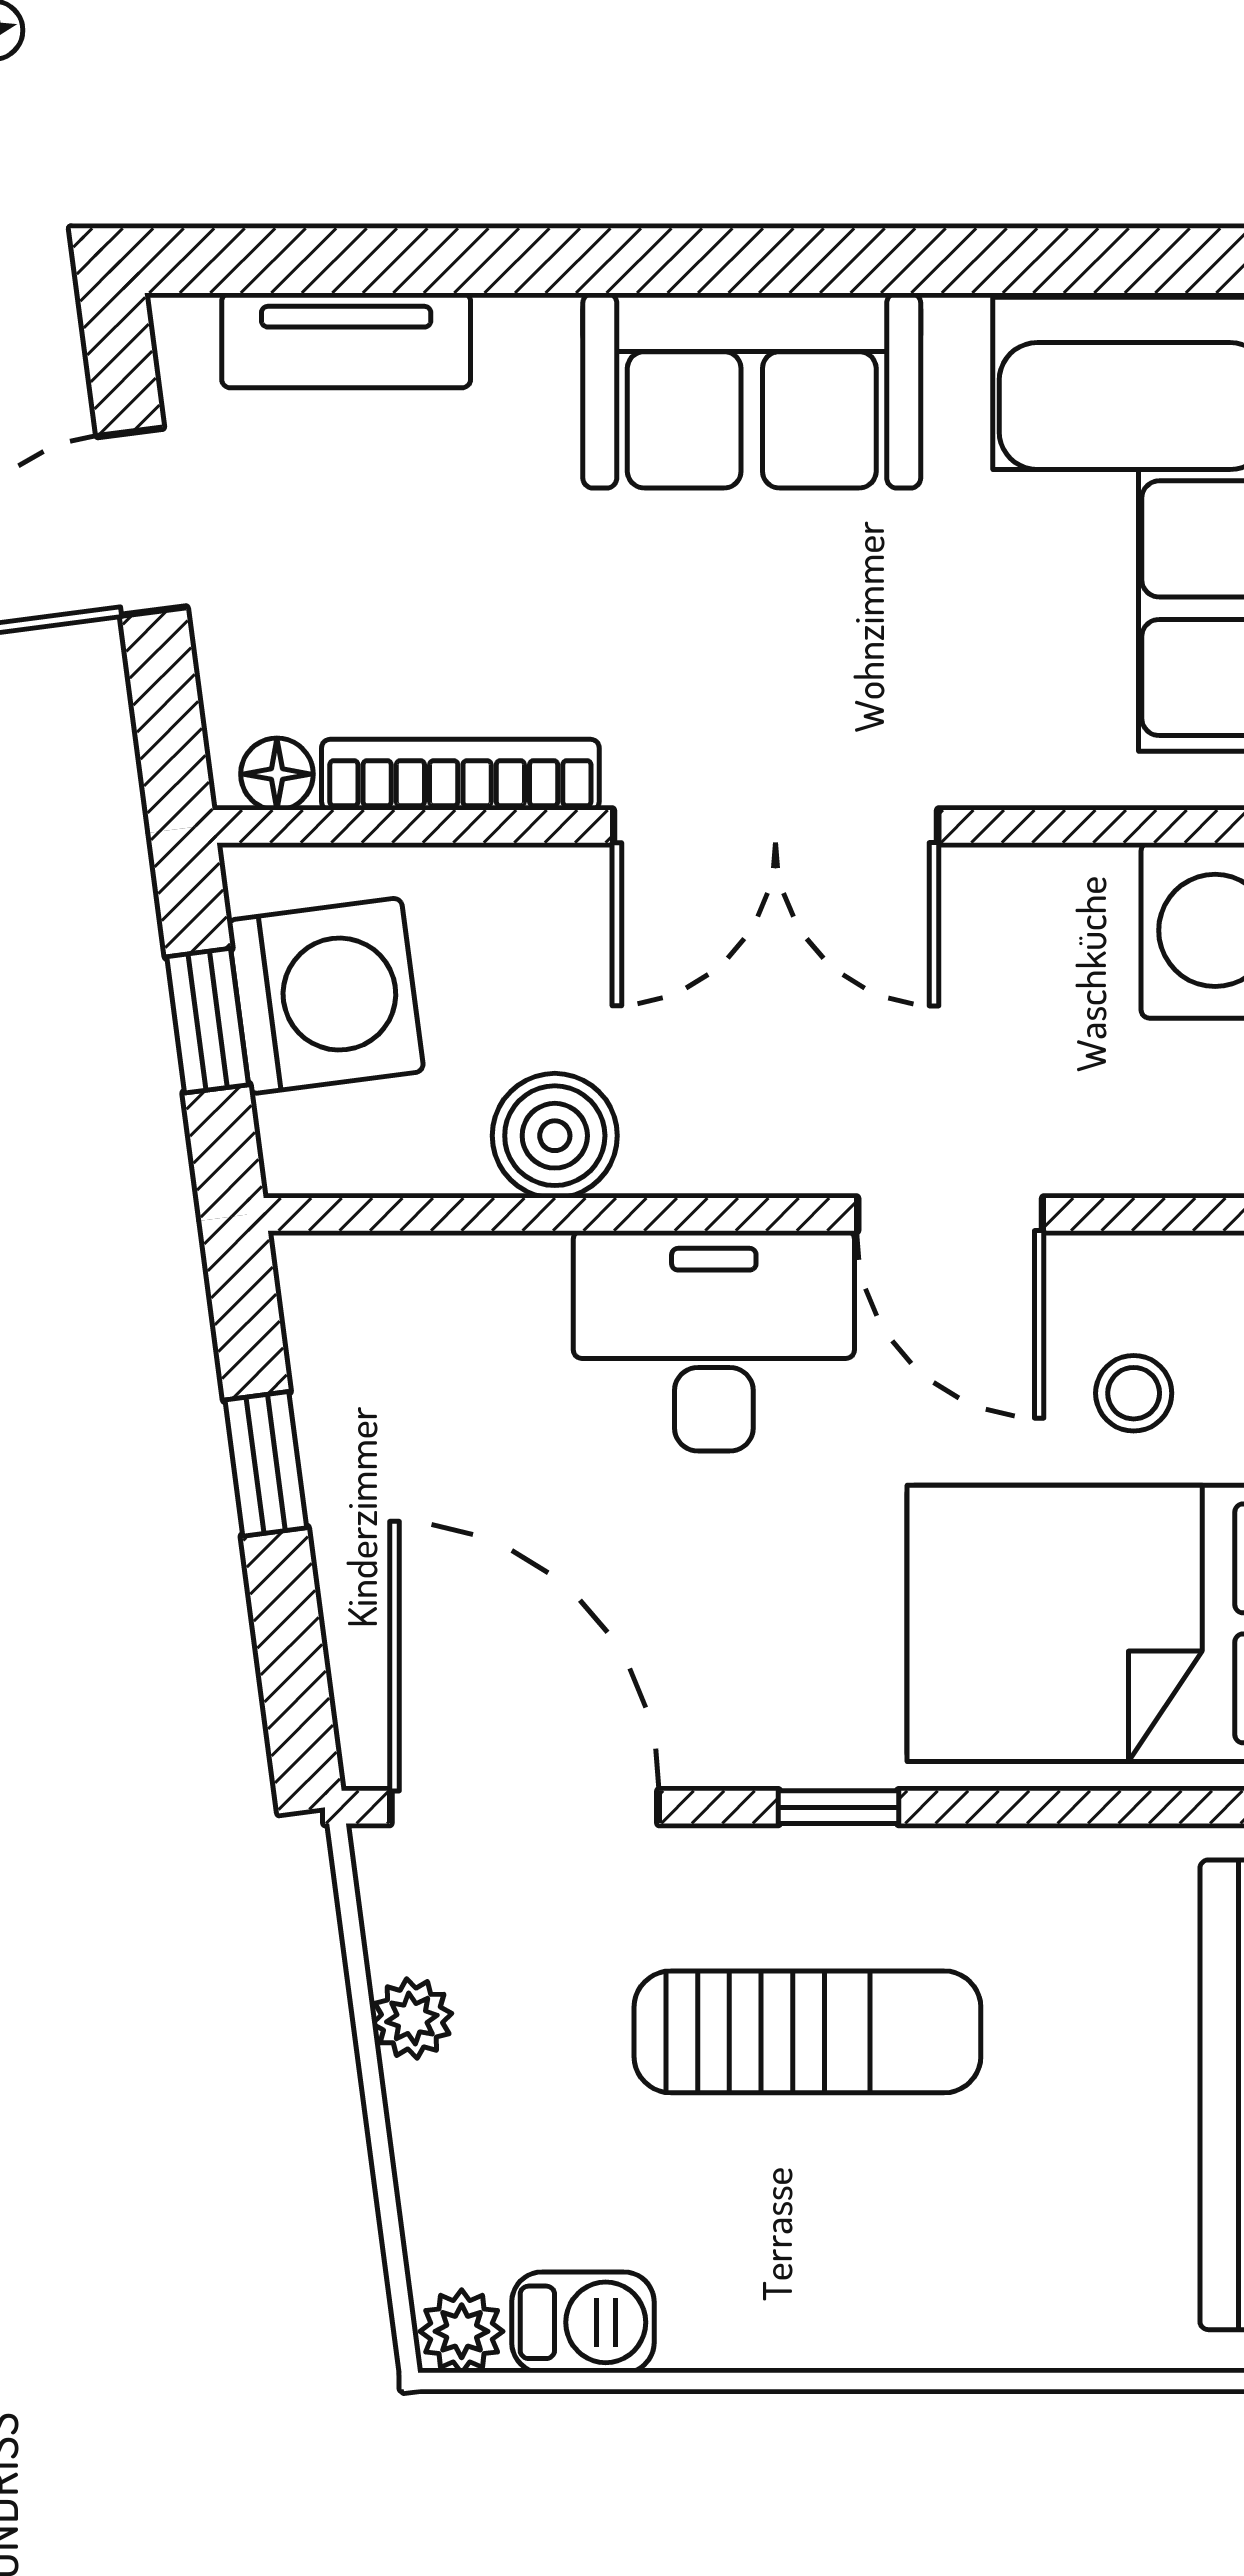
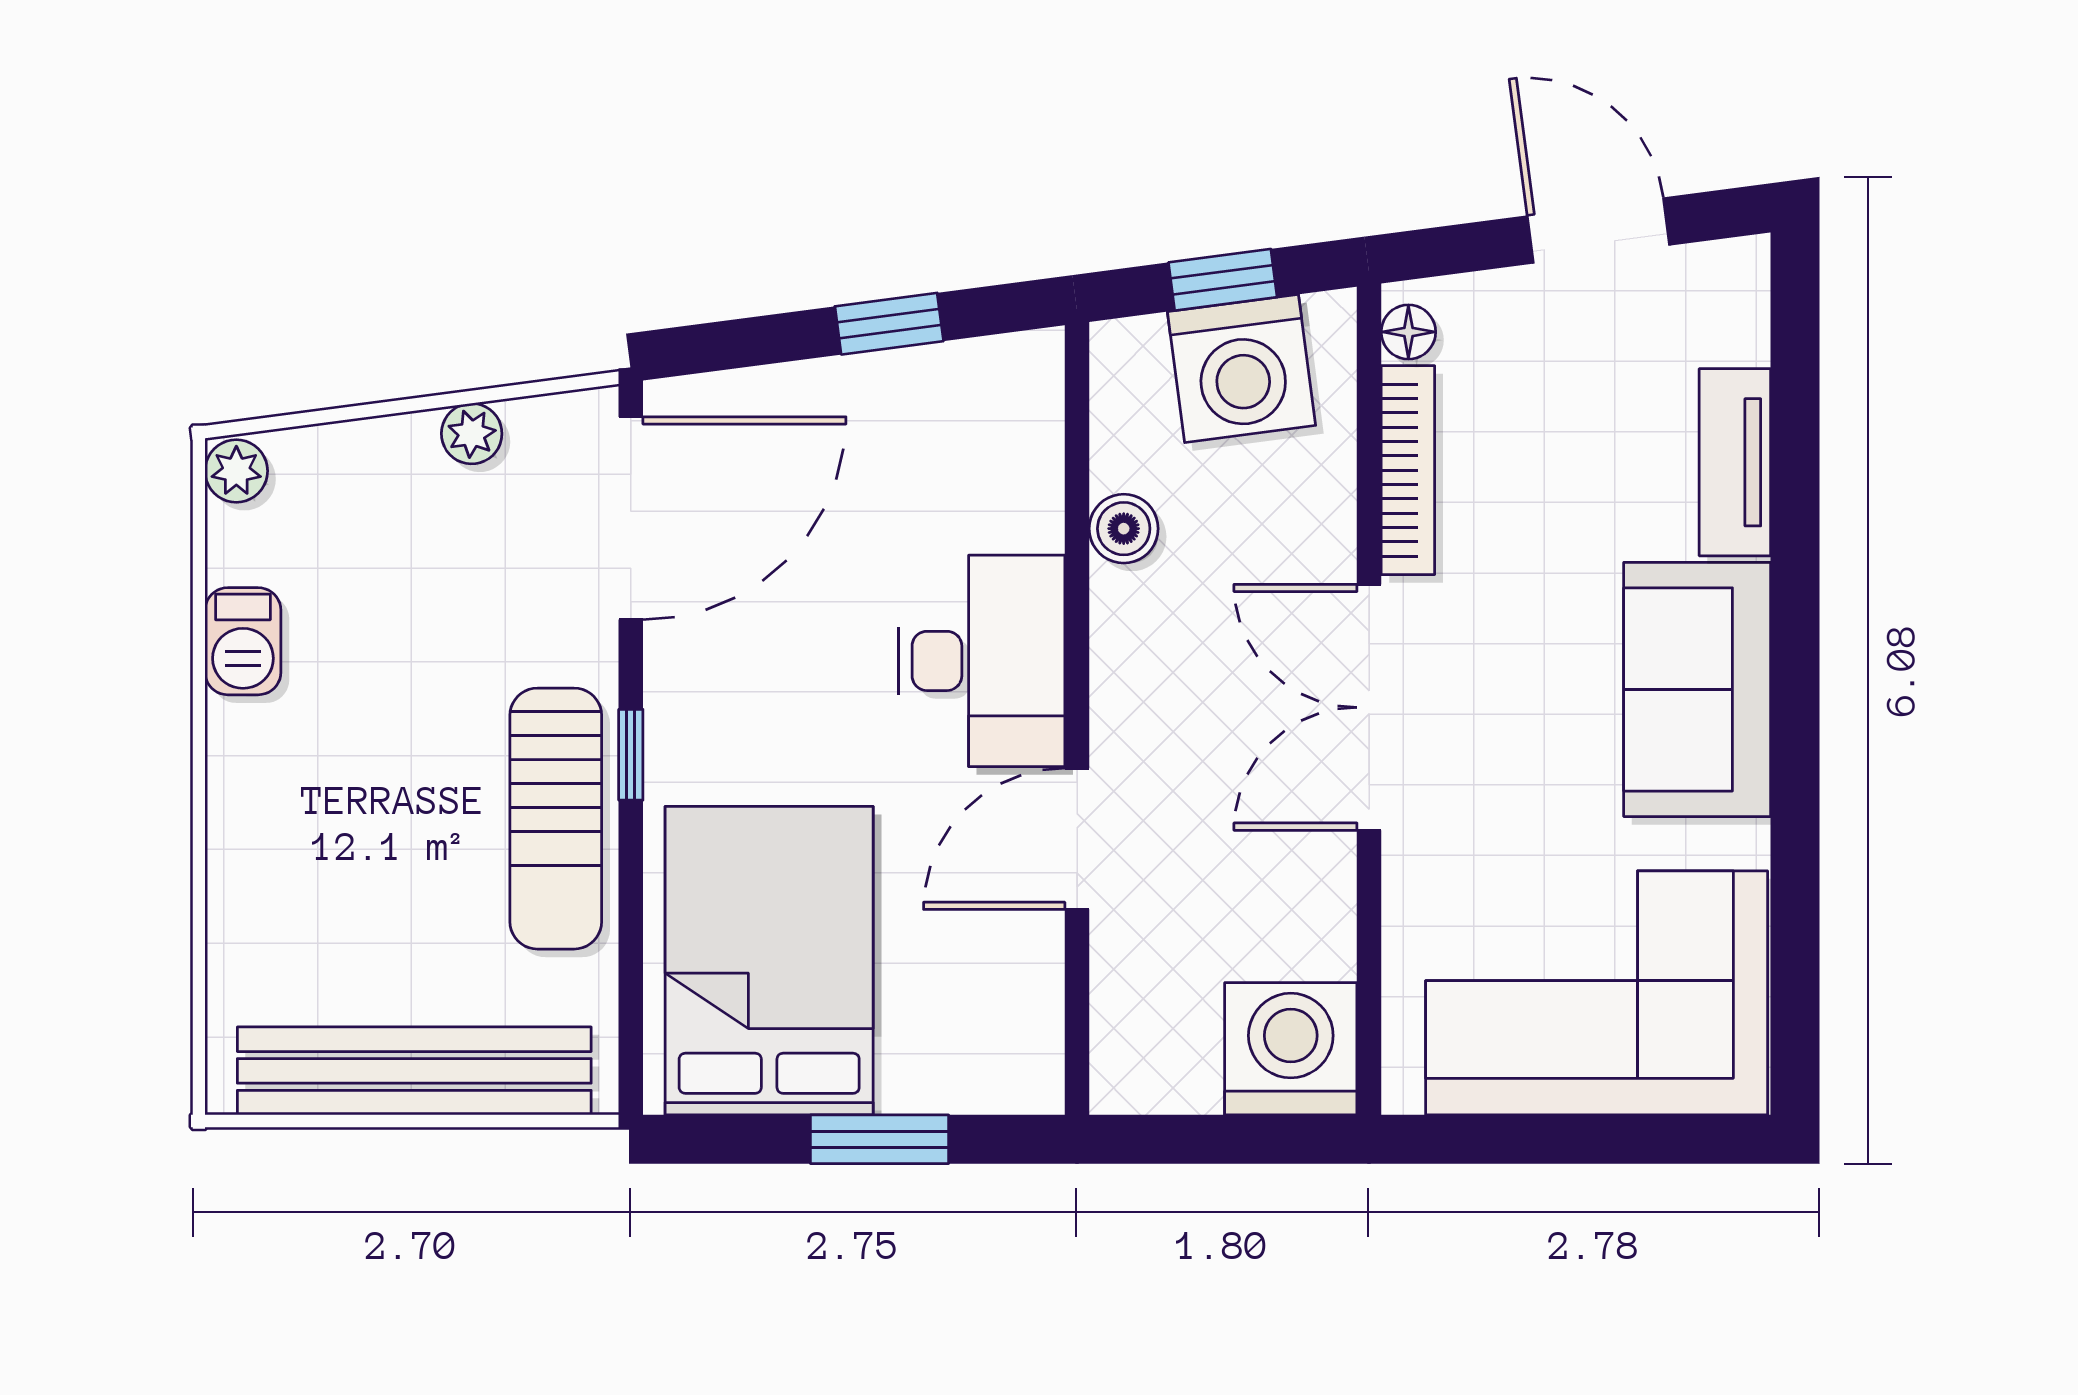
tv unit: (346, 340) -> (1735, 462), moved
boiler: (555, 1136) -> (1124, 529), width x0.73, depth x0.73
stool: (1134, 1393) -> (942, 977), removed
sun lounger: (807, 2032) -> (556, 819), moved
barbecue: (583, 2322) -> (243, 641), moved

